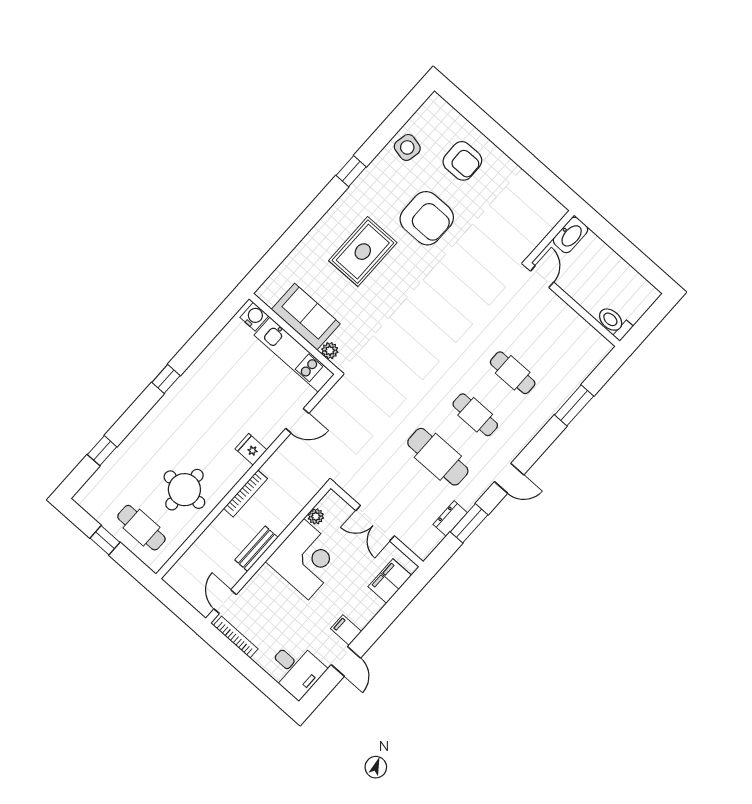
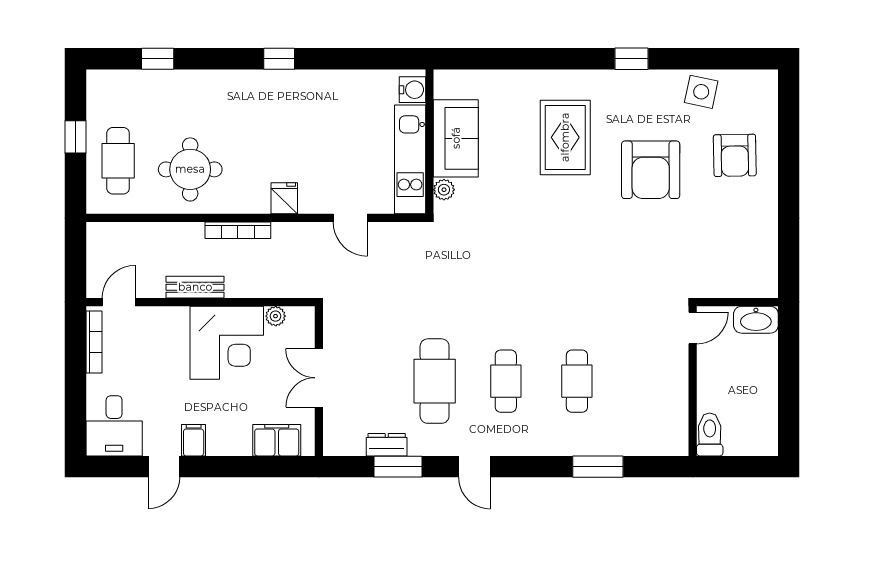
rug: (363, 252) -> (565, 137), turned 90

